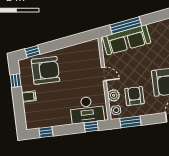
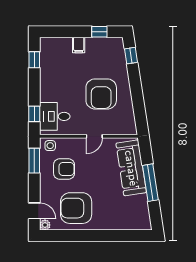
window: (126, 25) -> (150, 183), moved
armchair: (45, 70) -> (101, 94), moved
plant: (114, 95) -> (68, 145), removed
desk: (87, 110) -> (55, 116), width x0.73

